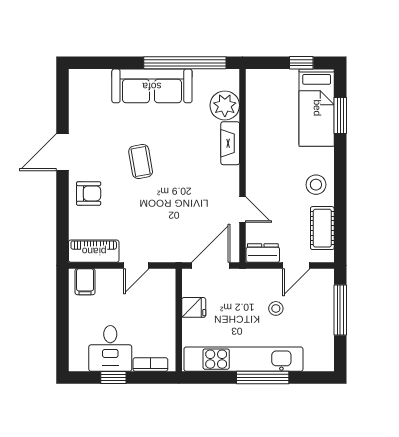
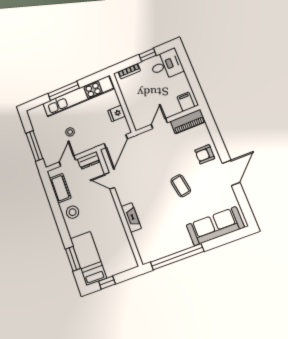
sofa: (152, 86) -> (215, 226), moved
plant: (225, 105) -> (143, 239), removed
desk: (110, 348) -> (166, 65), moved, turned 90

